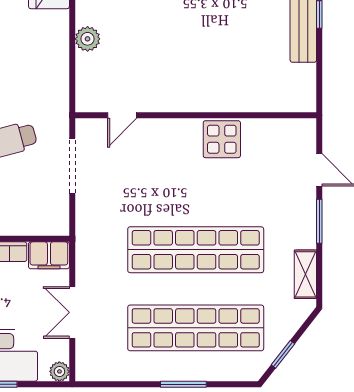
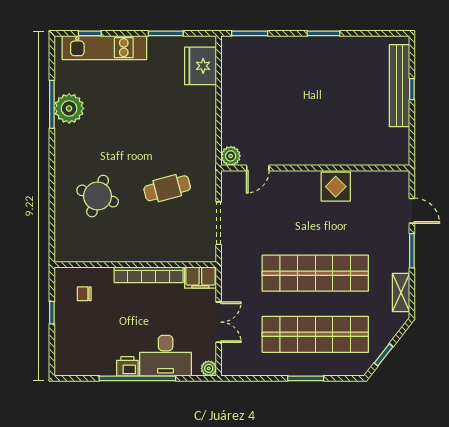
plant: (88, 39) -> (231, 156), moved
doorway: (72, 166) -> (219, 223), moved
double door: (72, 312) -> (219, 322), swing flipped

